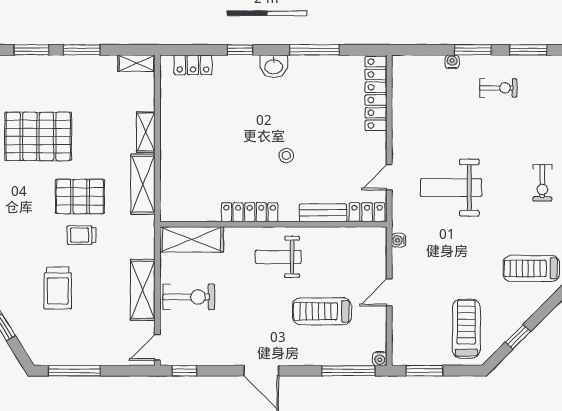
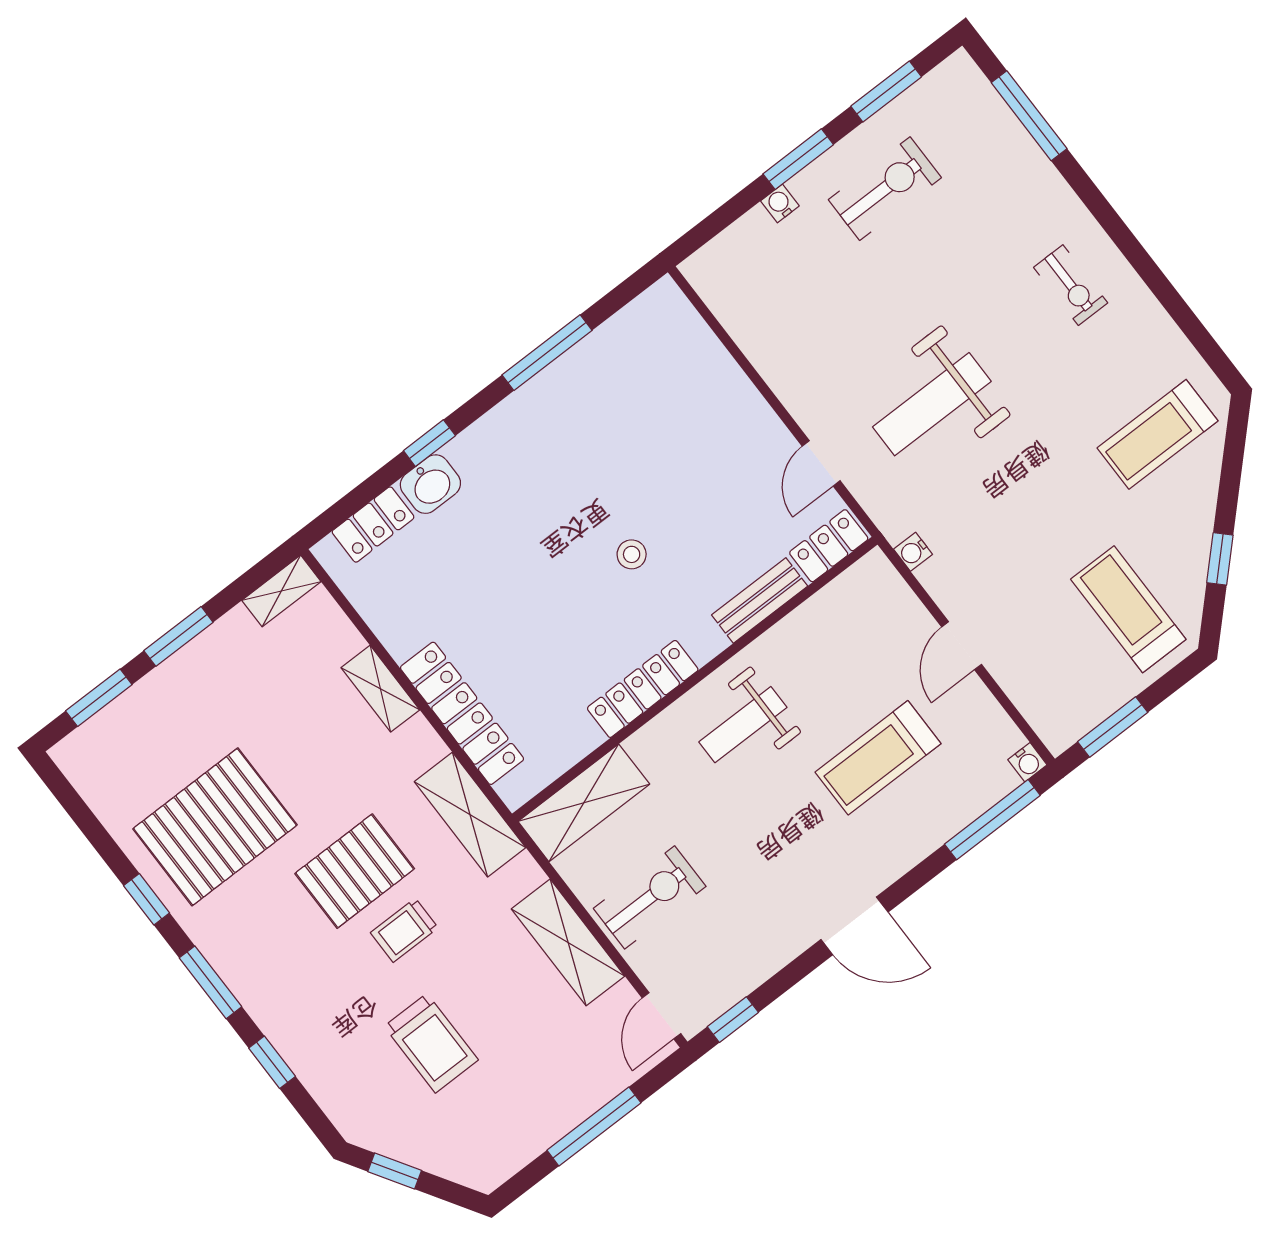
washbasin: (274, 66) -> (430, 484), moved
exercise bike: (498, 88) -> (885, 189), width x1.38, depth x1.39
locker: (376, 94) -> (462, 713), moved, turned 180
shelving: (143, 184) -> (470, 815), moved
window: (74, 371) -> (594, 1126), moved

